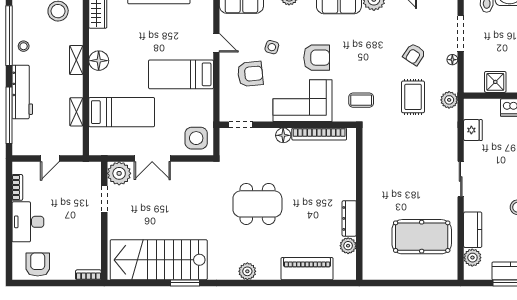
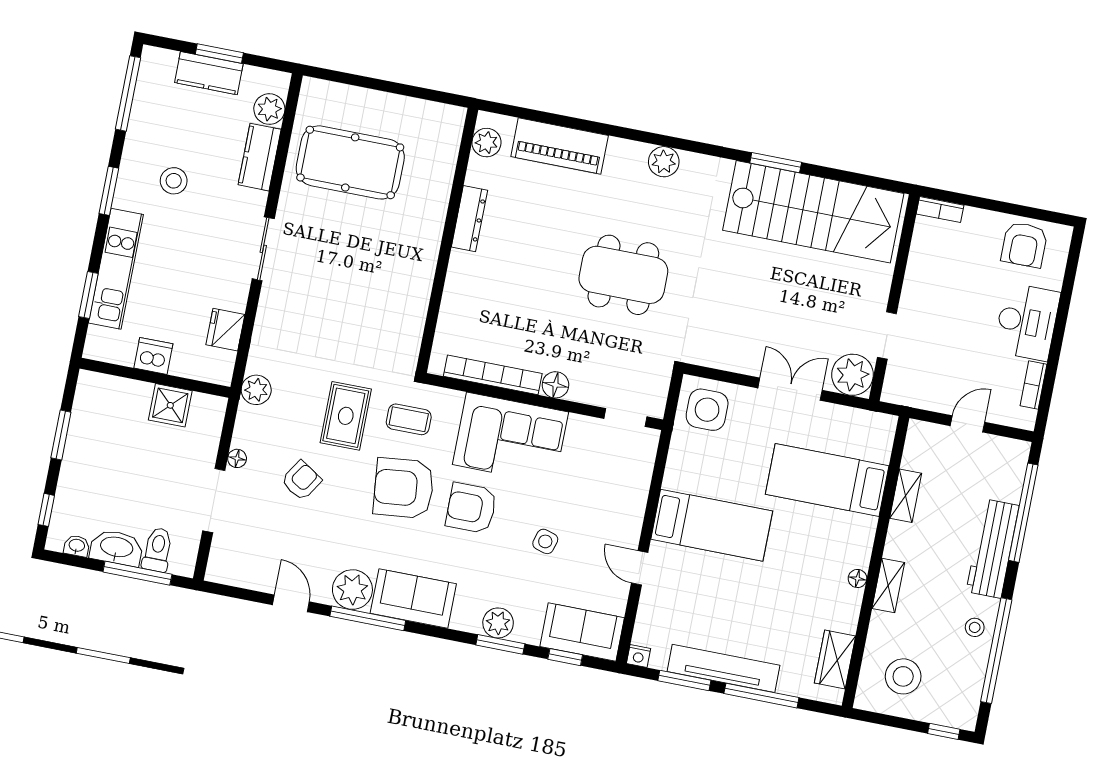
floor lamp: (99, 61) -> (857, 578), width x0.53, depth x0.53
armchair: (250, 74) -> (404, 488), moved, width x1.36, depth x1.36
rug: (413, 97) -> (346, 416), moved
plant: (348, 246) -> (486, 143), moved

